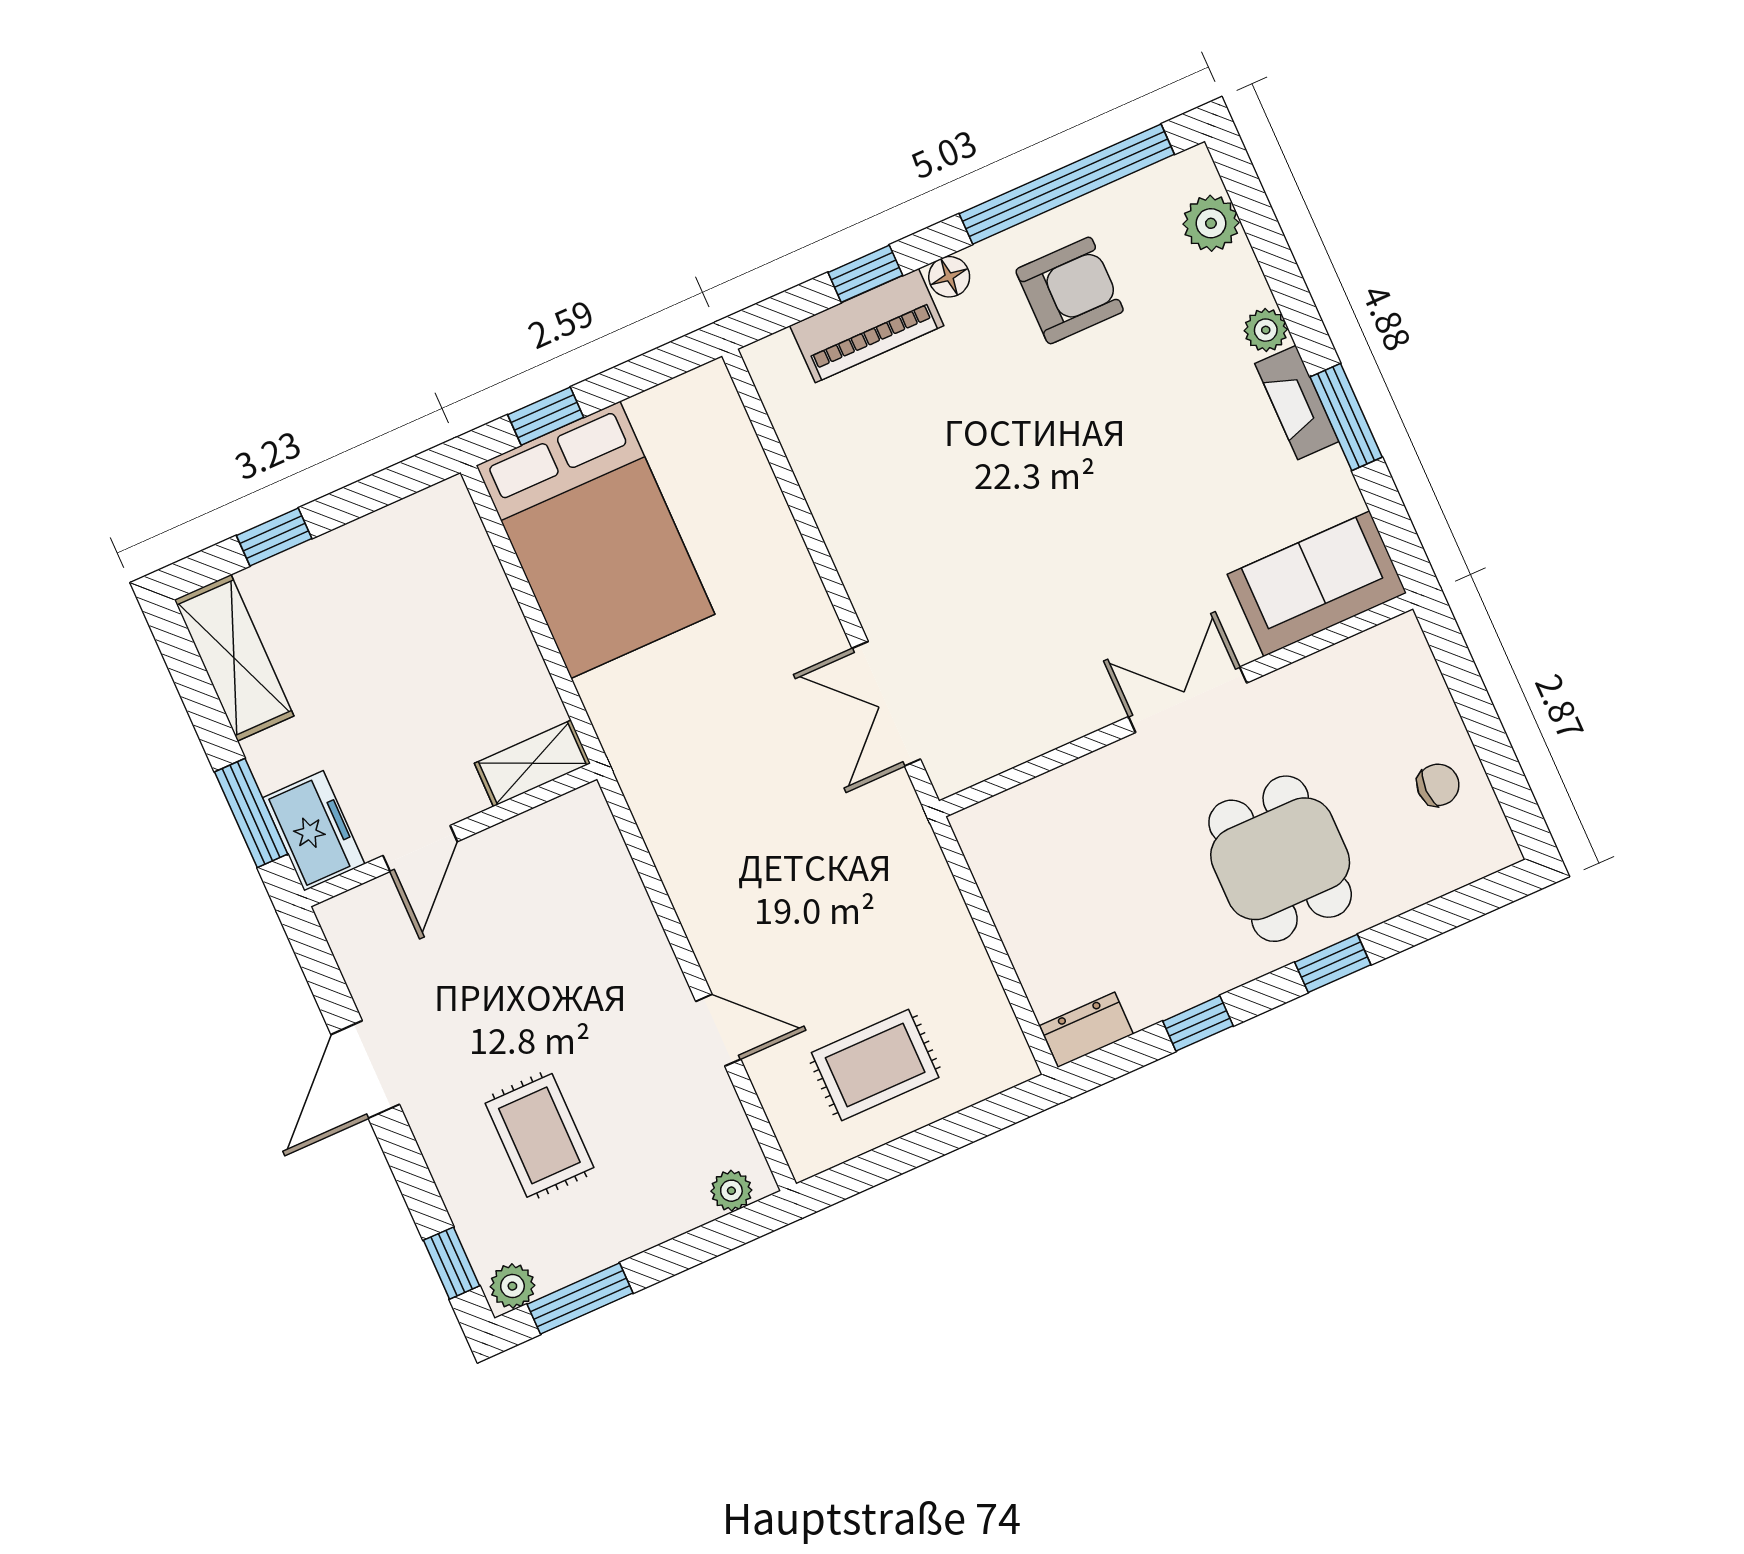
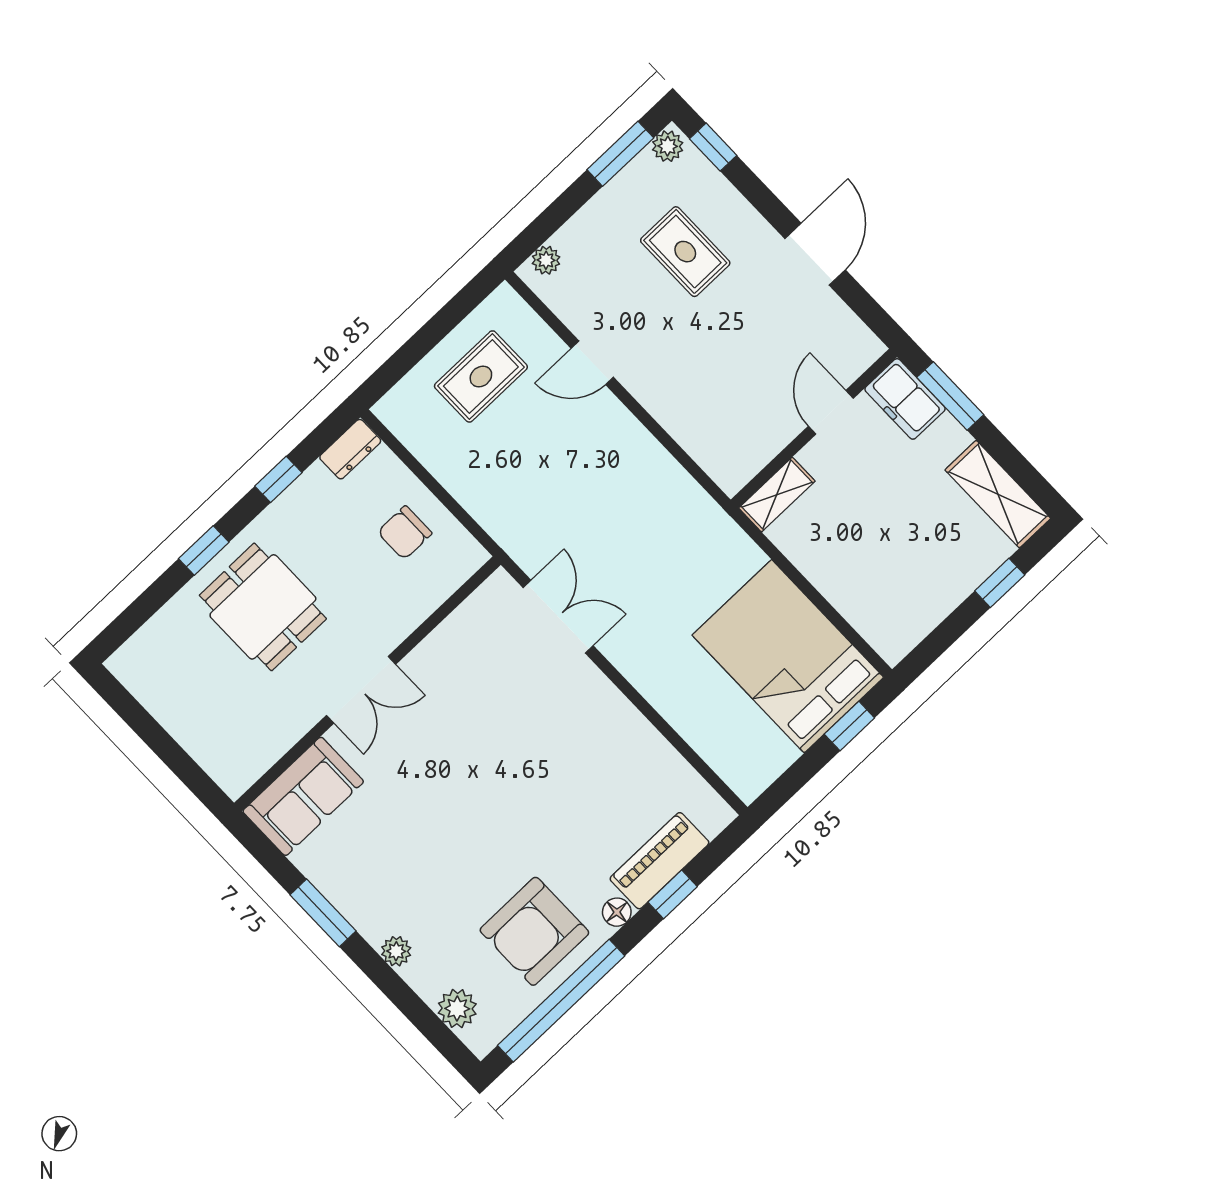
armchair: (1070, 290) -> (534, 931), width x1.36, depth x1.36
fireplace: (1297, 402) -> (359, 911), removed
chair: (1438, 785) -> (405, 533), moved, width x1.37, depth x1.37

